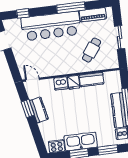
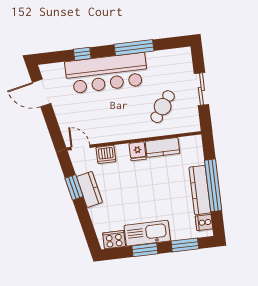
window: (23, 13) -> (82, 54), moved
piano: (93, 15) -> (164, 58), removed
dishwasher: (61, 83) -> (106, 154), moved

